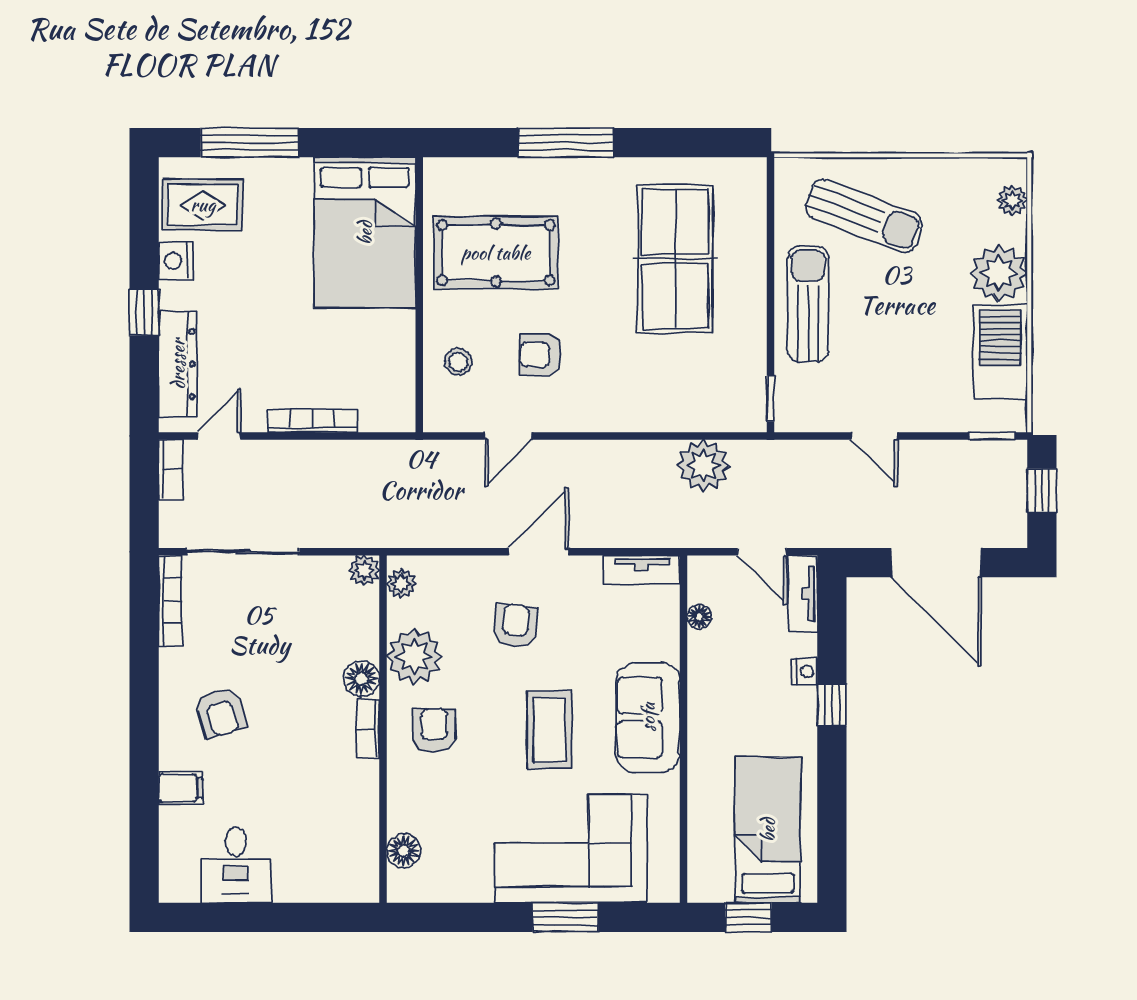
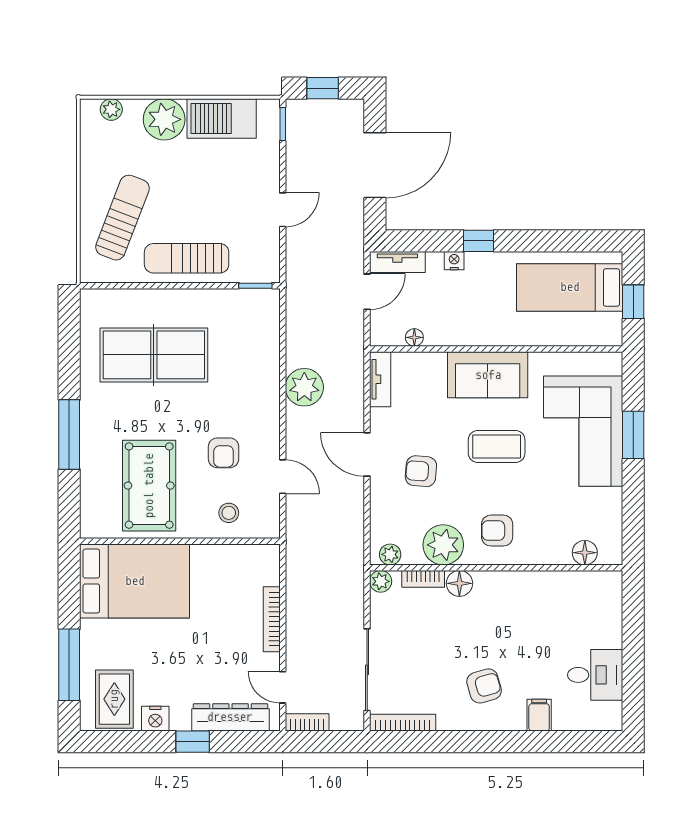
plant: (704, 466) -> (304, 387), moved
bookcase: (368, 729) -> (423, 579), moved

